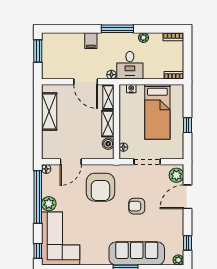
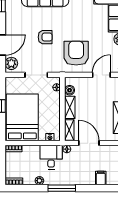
filing cabinet: (91, 41) -> (101, 178), moved
bed: (157, 112) -> (22, 117), width x1.50

